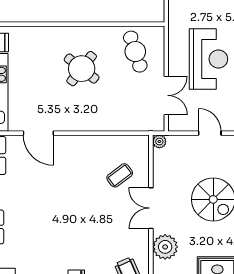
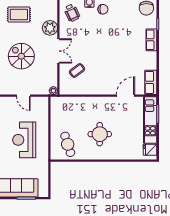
round table: (82, 69) -> (100, 134), turned -38
double door: (166, 95) -> (49, 118), removed
door: (38, 133) -> (126, 96), hinge flipped

